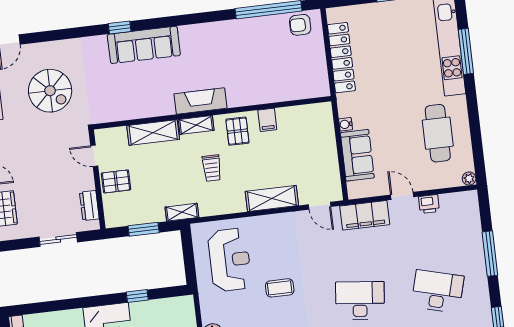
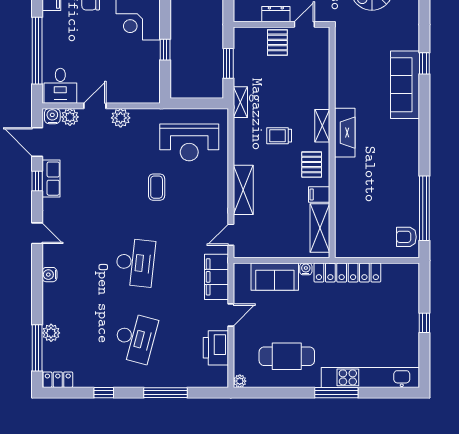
armchair: (300, 25) -> (406, 237), turned -90
window: (466, 51) -> (336, 393), moved
locker: (341, 58) -> (347, 273), moved
pallet: (237, 131) -> (312, 165), turned 90
shelving: (153, 133) -> (320, 228), moved
printer: (429, 204) -> (216, 348), width x1.87, depth x1.48
dresser: (89, 206) -> (276, 14), moved

